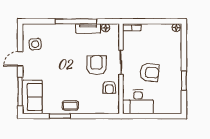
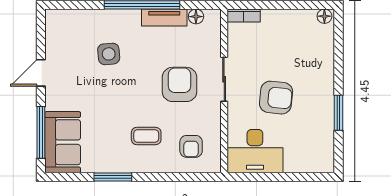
side table: (35, 44) -> (109, 54), moved
armchair: (109, 87) -> (191, 146), moved
coffee table: (70, 105) -> (146, 136), moved

